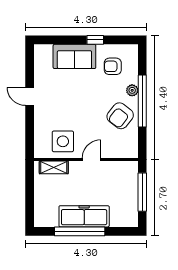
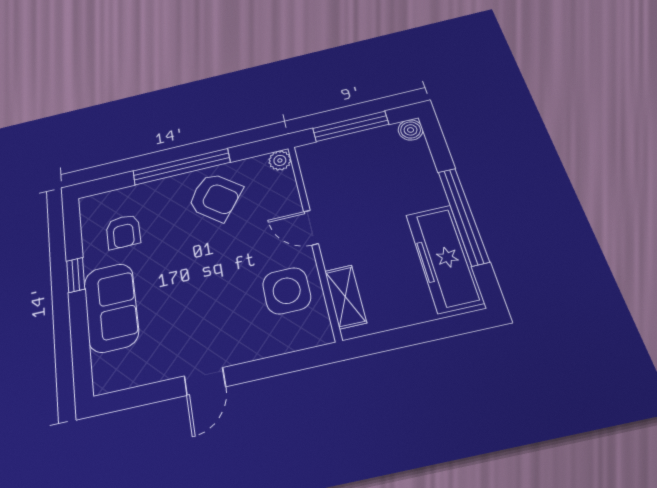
plant: (132, 90) -> (280, 160), moved
freezer: (84, 216) -> (444, 258), moved
boiler: (132, 221) -> (411, 130), added

